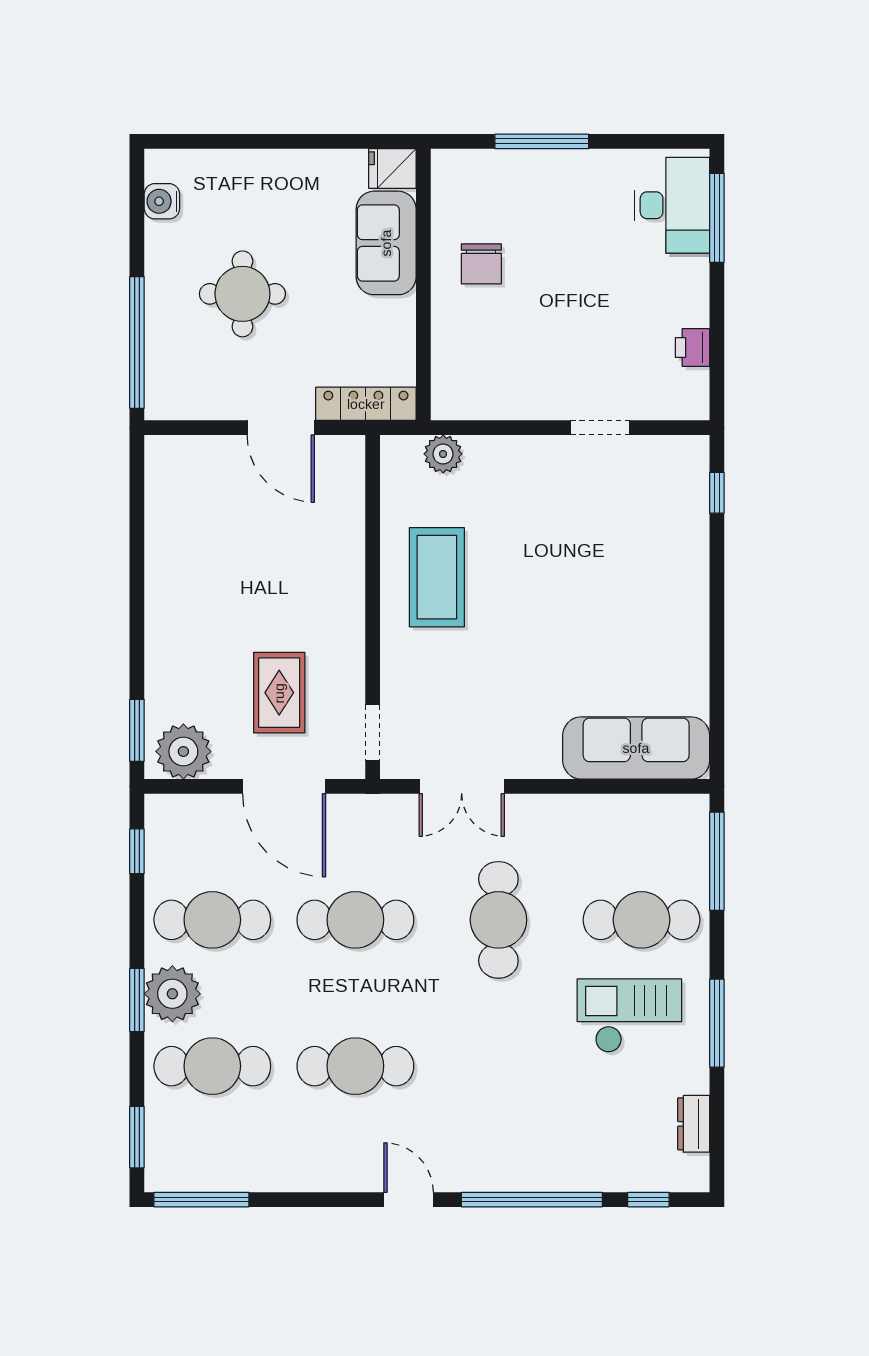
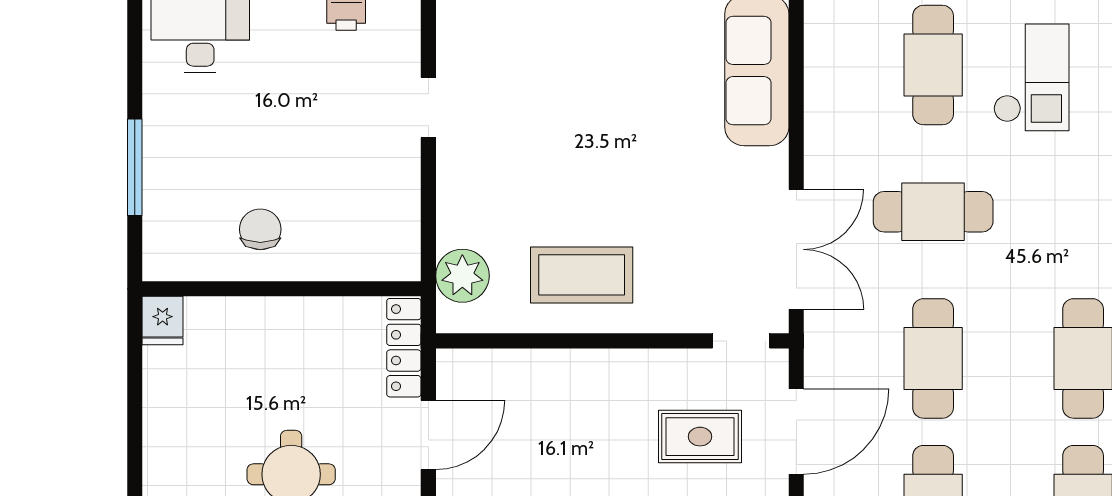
sofa: (386, 243) -> (239, 327), removed
chair: (481, 264) -> (260, 229), turned -90
plant: (443, 454) -> (462, 276), width x1.36, depth x1.36
double door: (462, 786) -> (796, 249), width x1.37
checkout: (629, 1016) -> (1031, 77), turned 180

